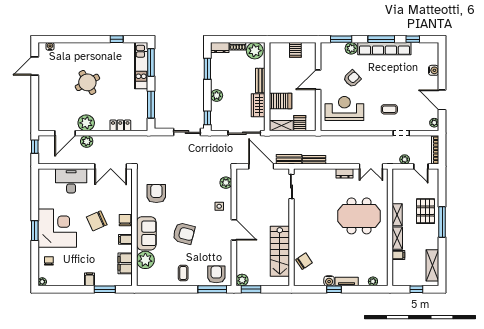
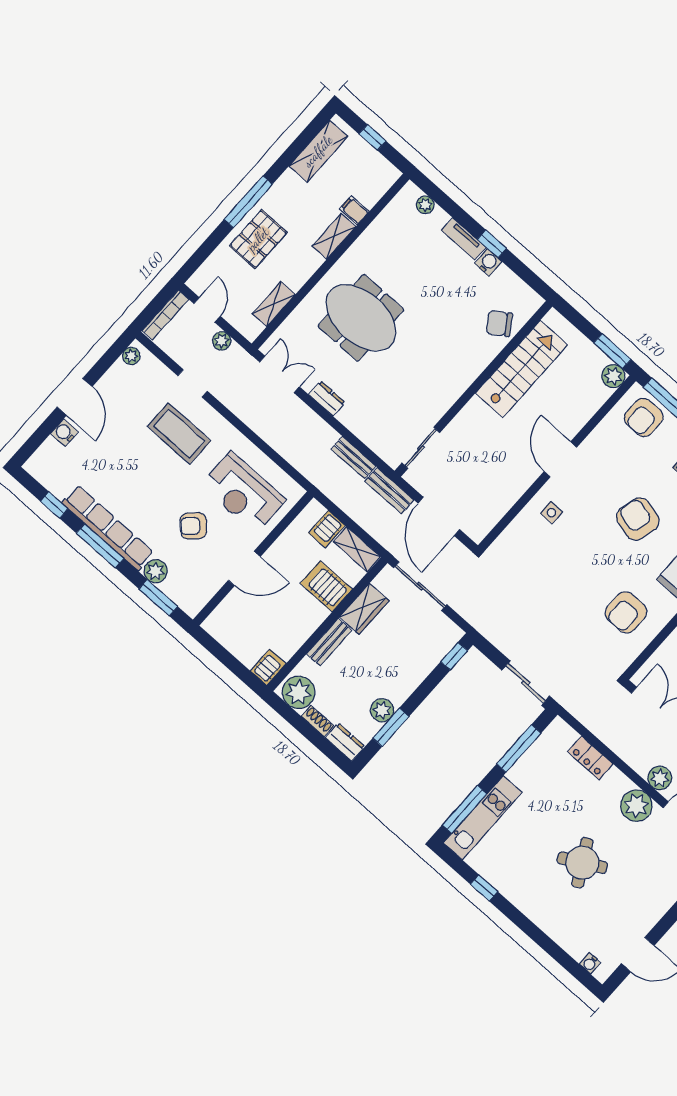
server rack: (295, 50) -> (268, 667), moved
plant: (217, 96) -> (382, 710), moved
door: (442, 100) -> (75, 397), moved
coffee table: (389, 109) -> (179, 433), width x1.86, depth x1.72
sliding door: (187, 132) -> (526, 683), moved
plant: (226, 183) -> (511, 538), removed
shelving: (397, 215) -> (274, 304), moved

